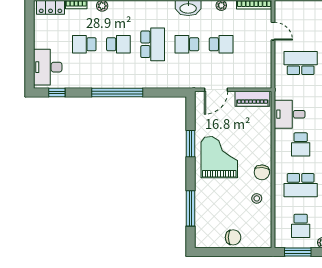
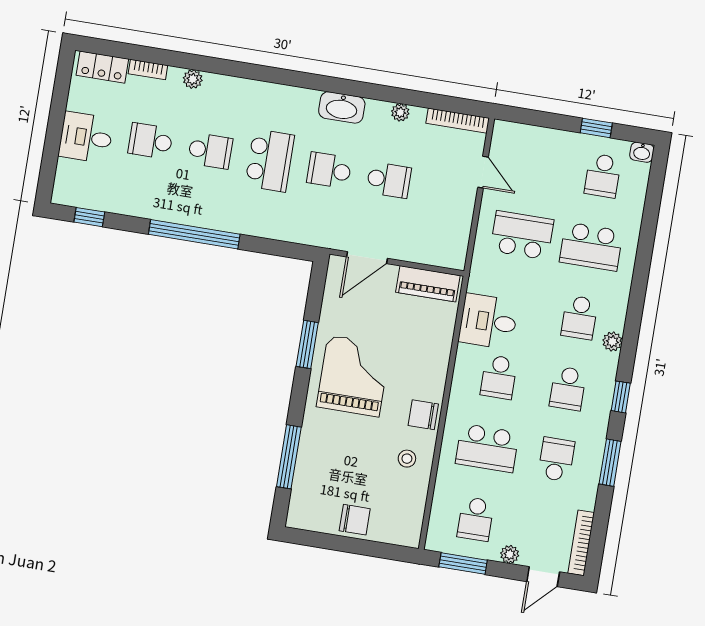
desk: (48, 67) -> (86, 137), moved, width x0.73
chair: (262, 172) -> (423, 415), turned 85

